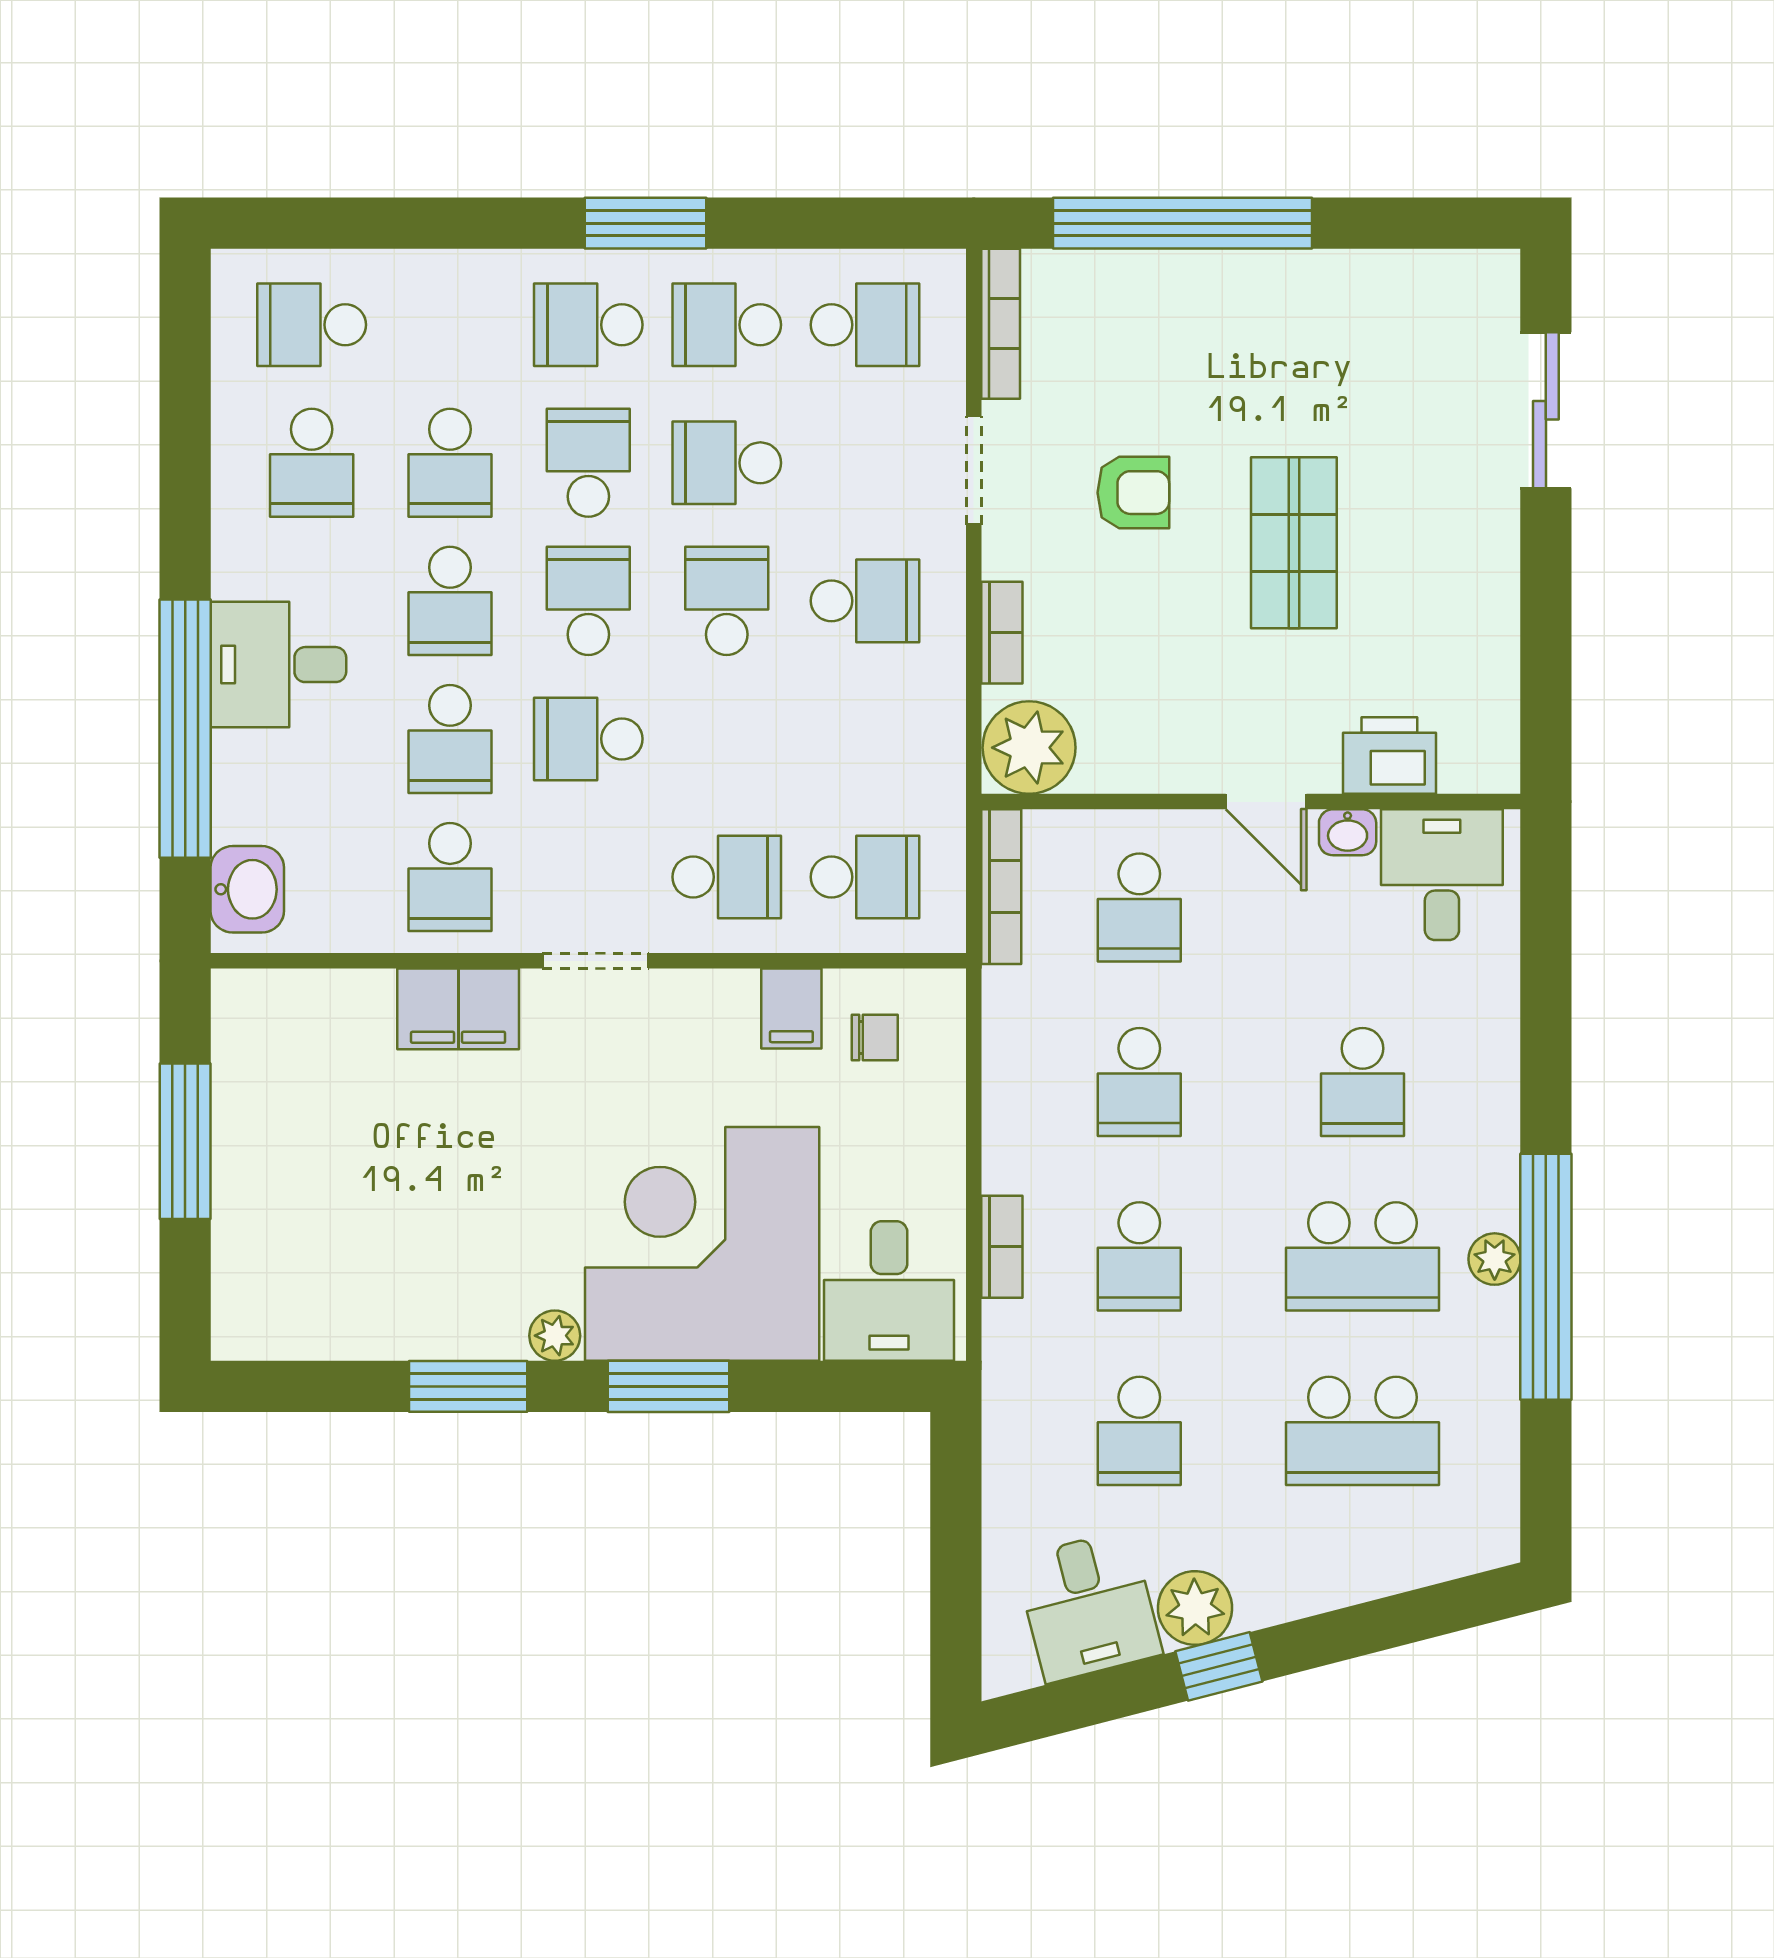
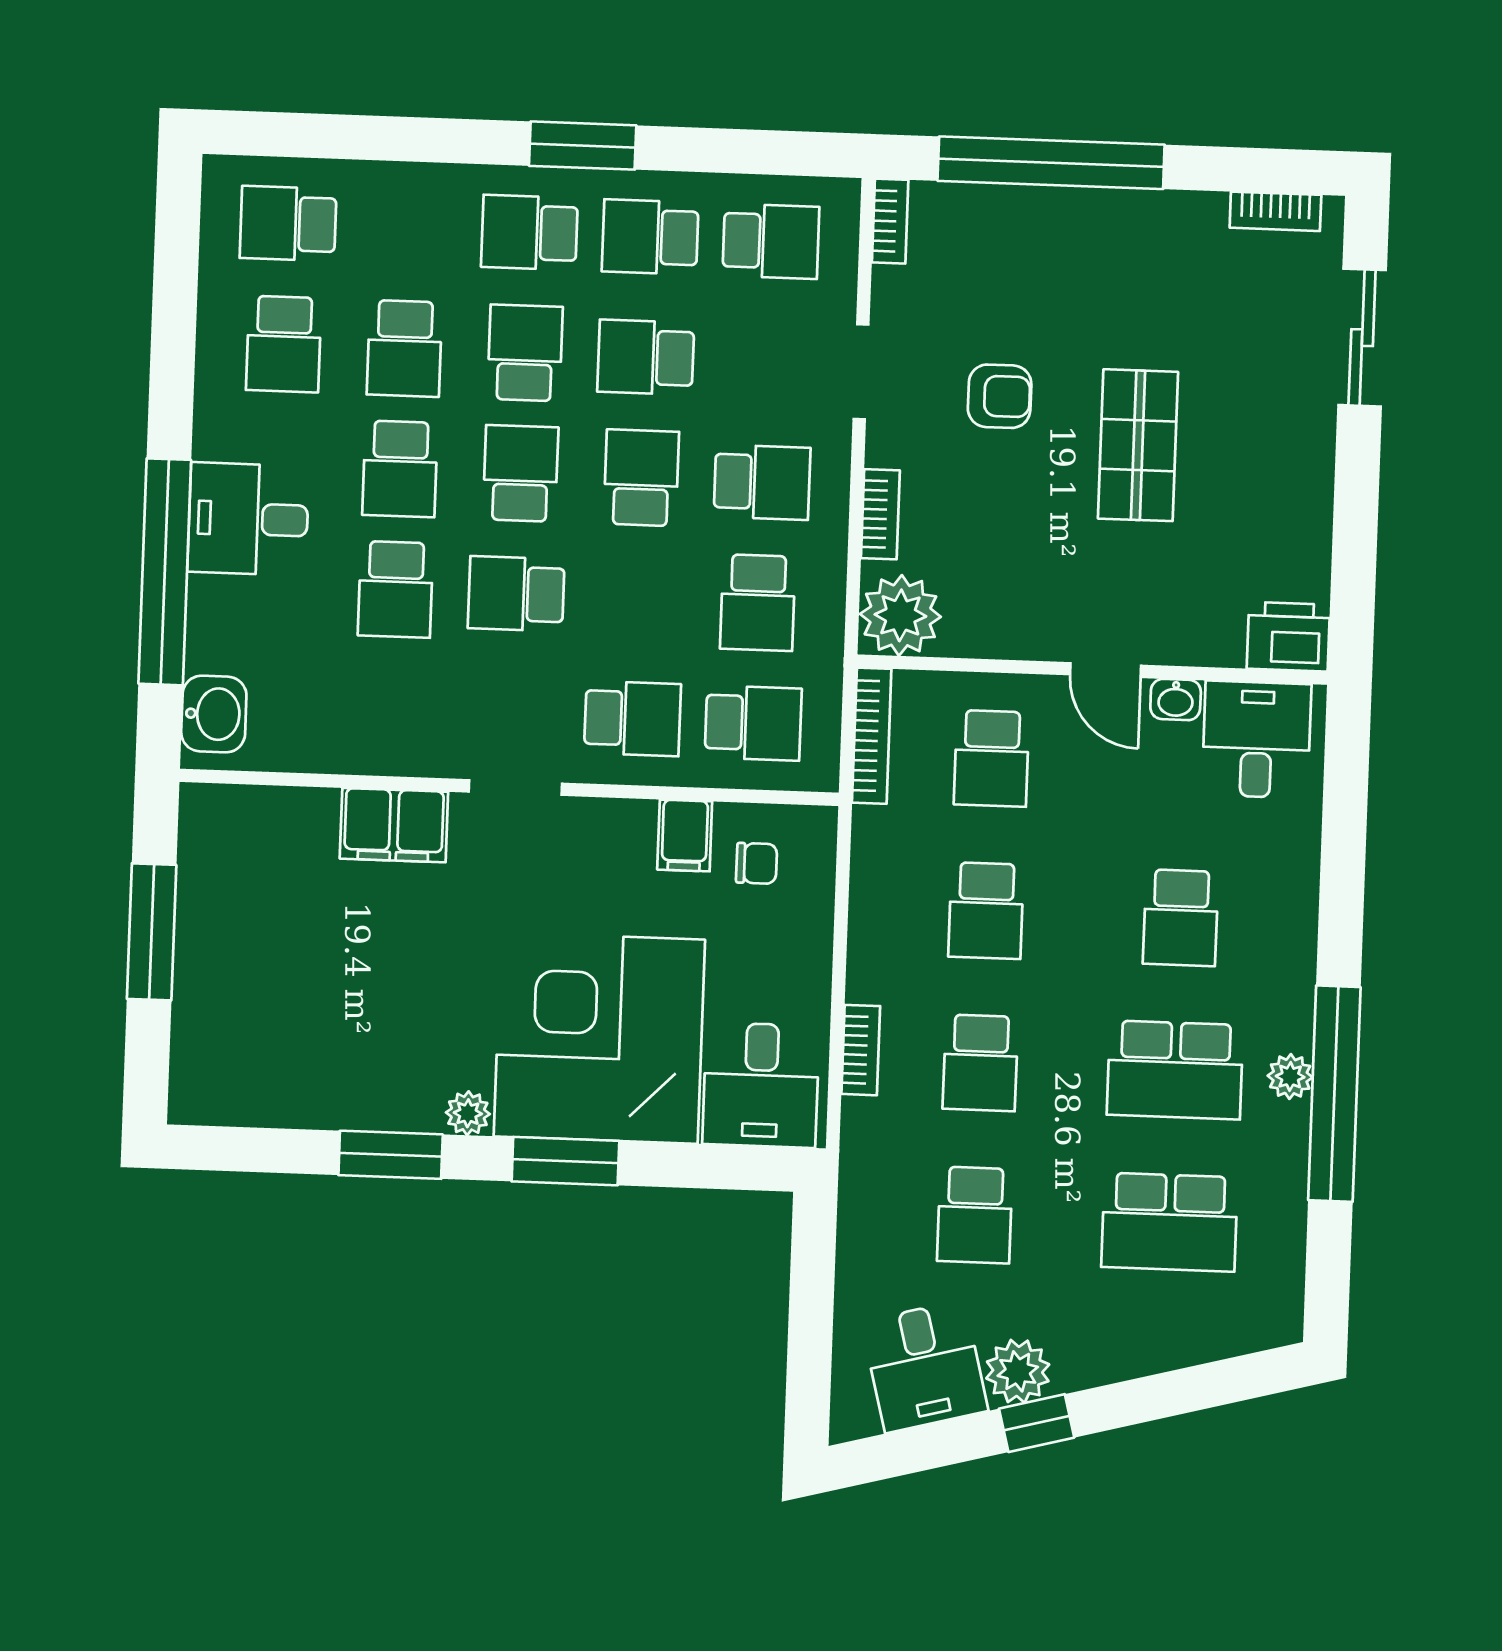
bookcase: (1441, 269) -> (1275, 211), added
bookcase: (1001, 324) -> (890, 221), width x0.64
printer: (1389, 756) -> (1288, 637), moved
school desk: (450, 877) -> (758, 603), moved

